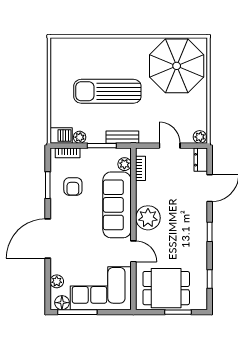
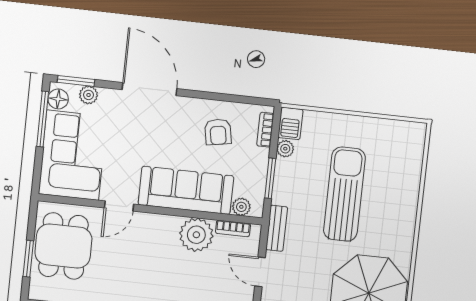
bench: (122, 137) -> (277, 228), moved
door: (170, 146) -> (260, 272), swing flipped
window: (48, 185) -> (76, 81), moved
armchair: (73, 187) -> (218, 132), turned -100
plant: (148, 218) -> (196, 235), moved

